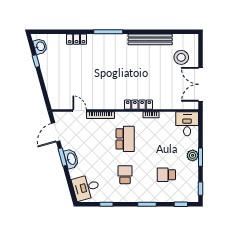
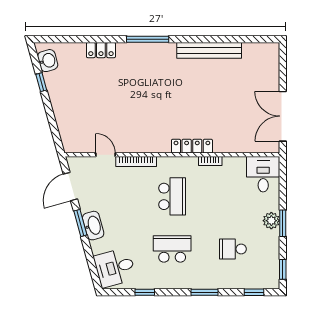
stool: (181, 57) -> (255, 77), removed
school desk: (125, 175) -> (172, 249), width x1.85

